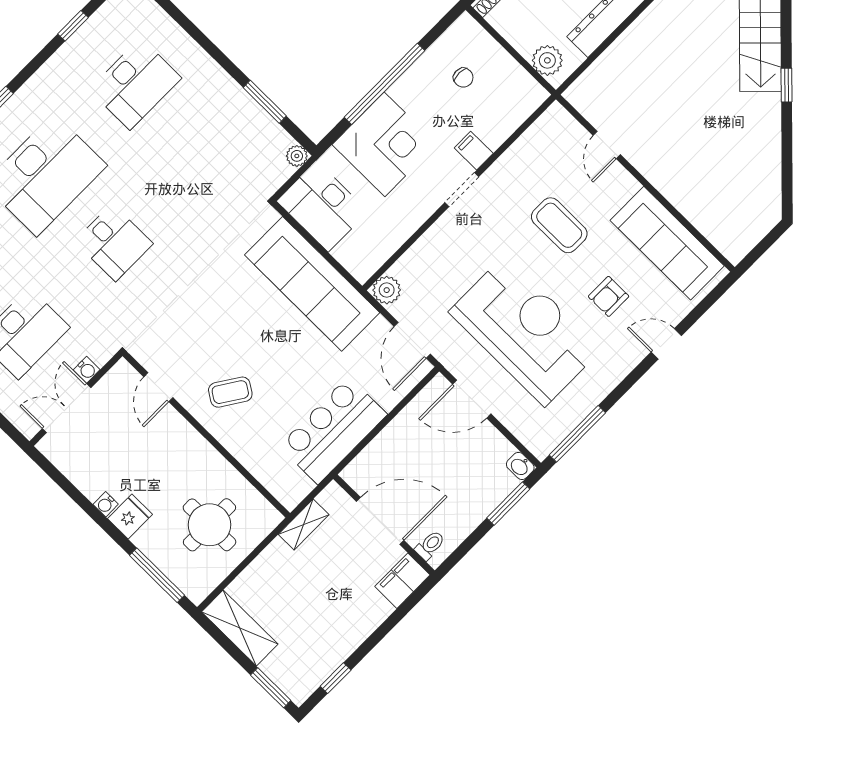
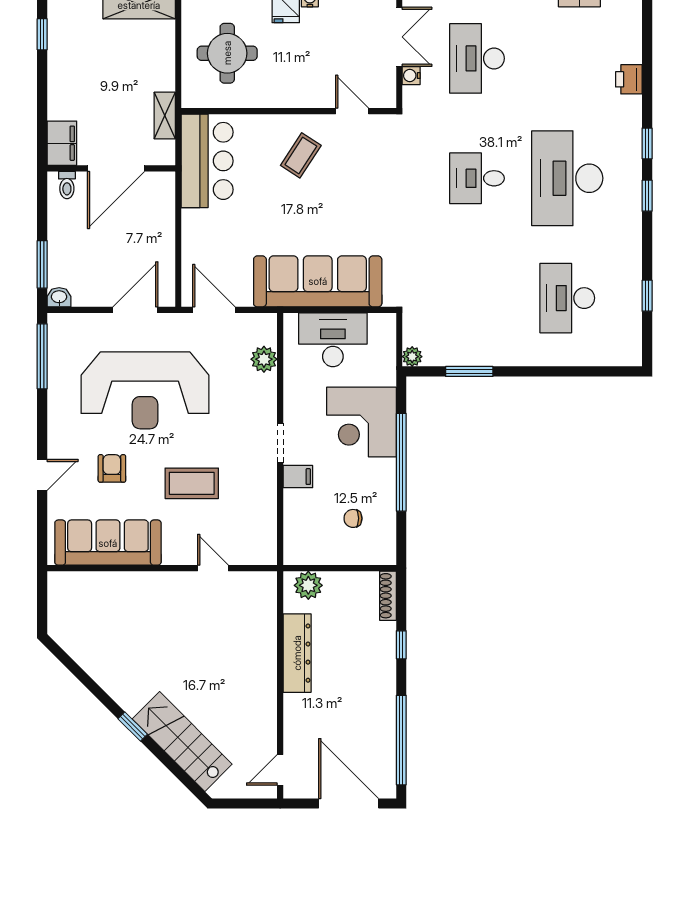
desk: (322, 206) -> (333, 340), moved
plant: (387, 290) -> (264, 359), moved
bar counter: (333, 430) -> (207, 161), moved

